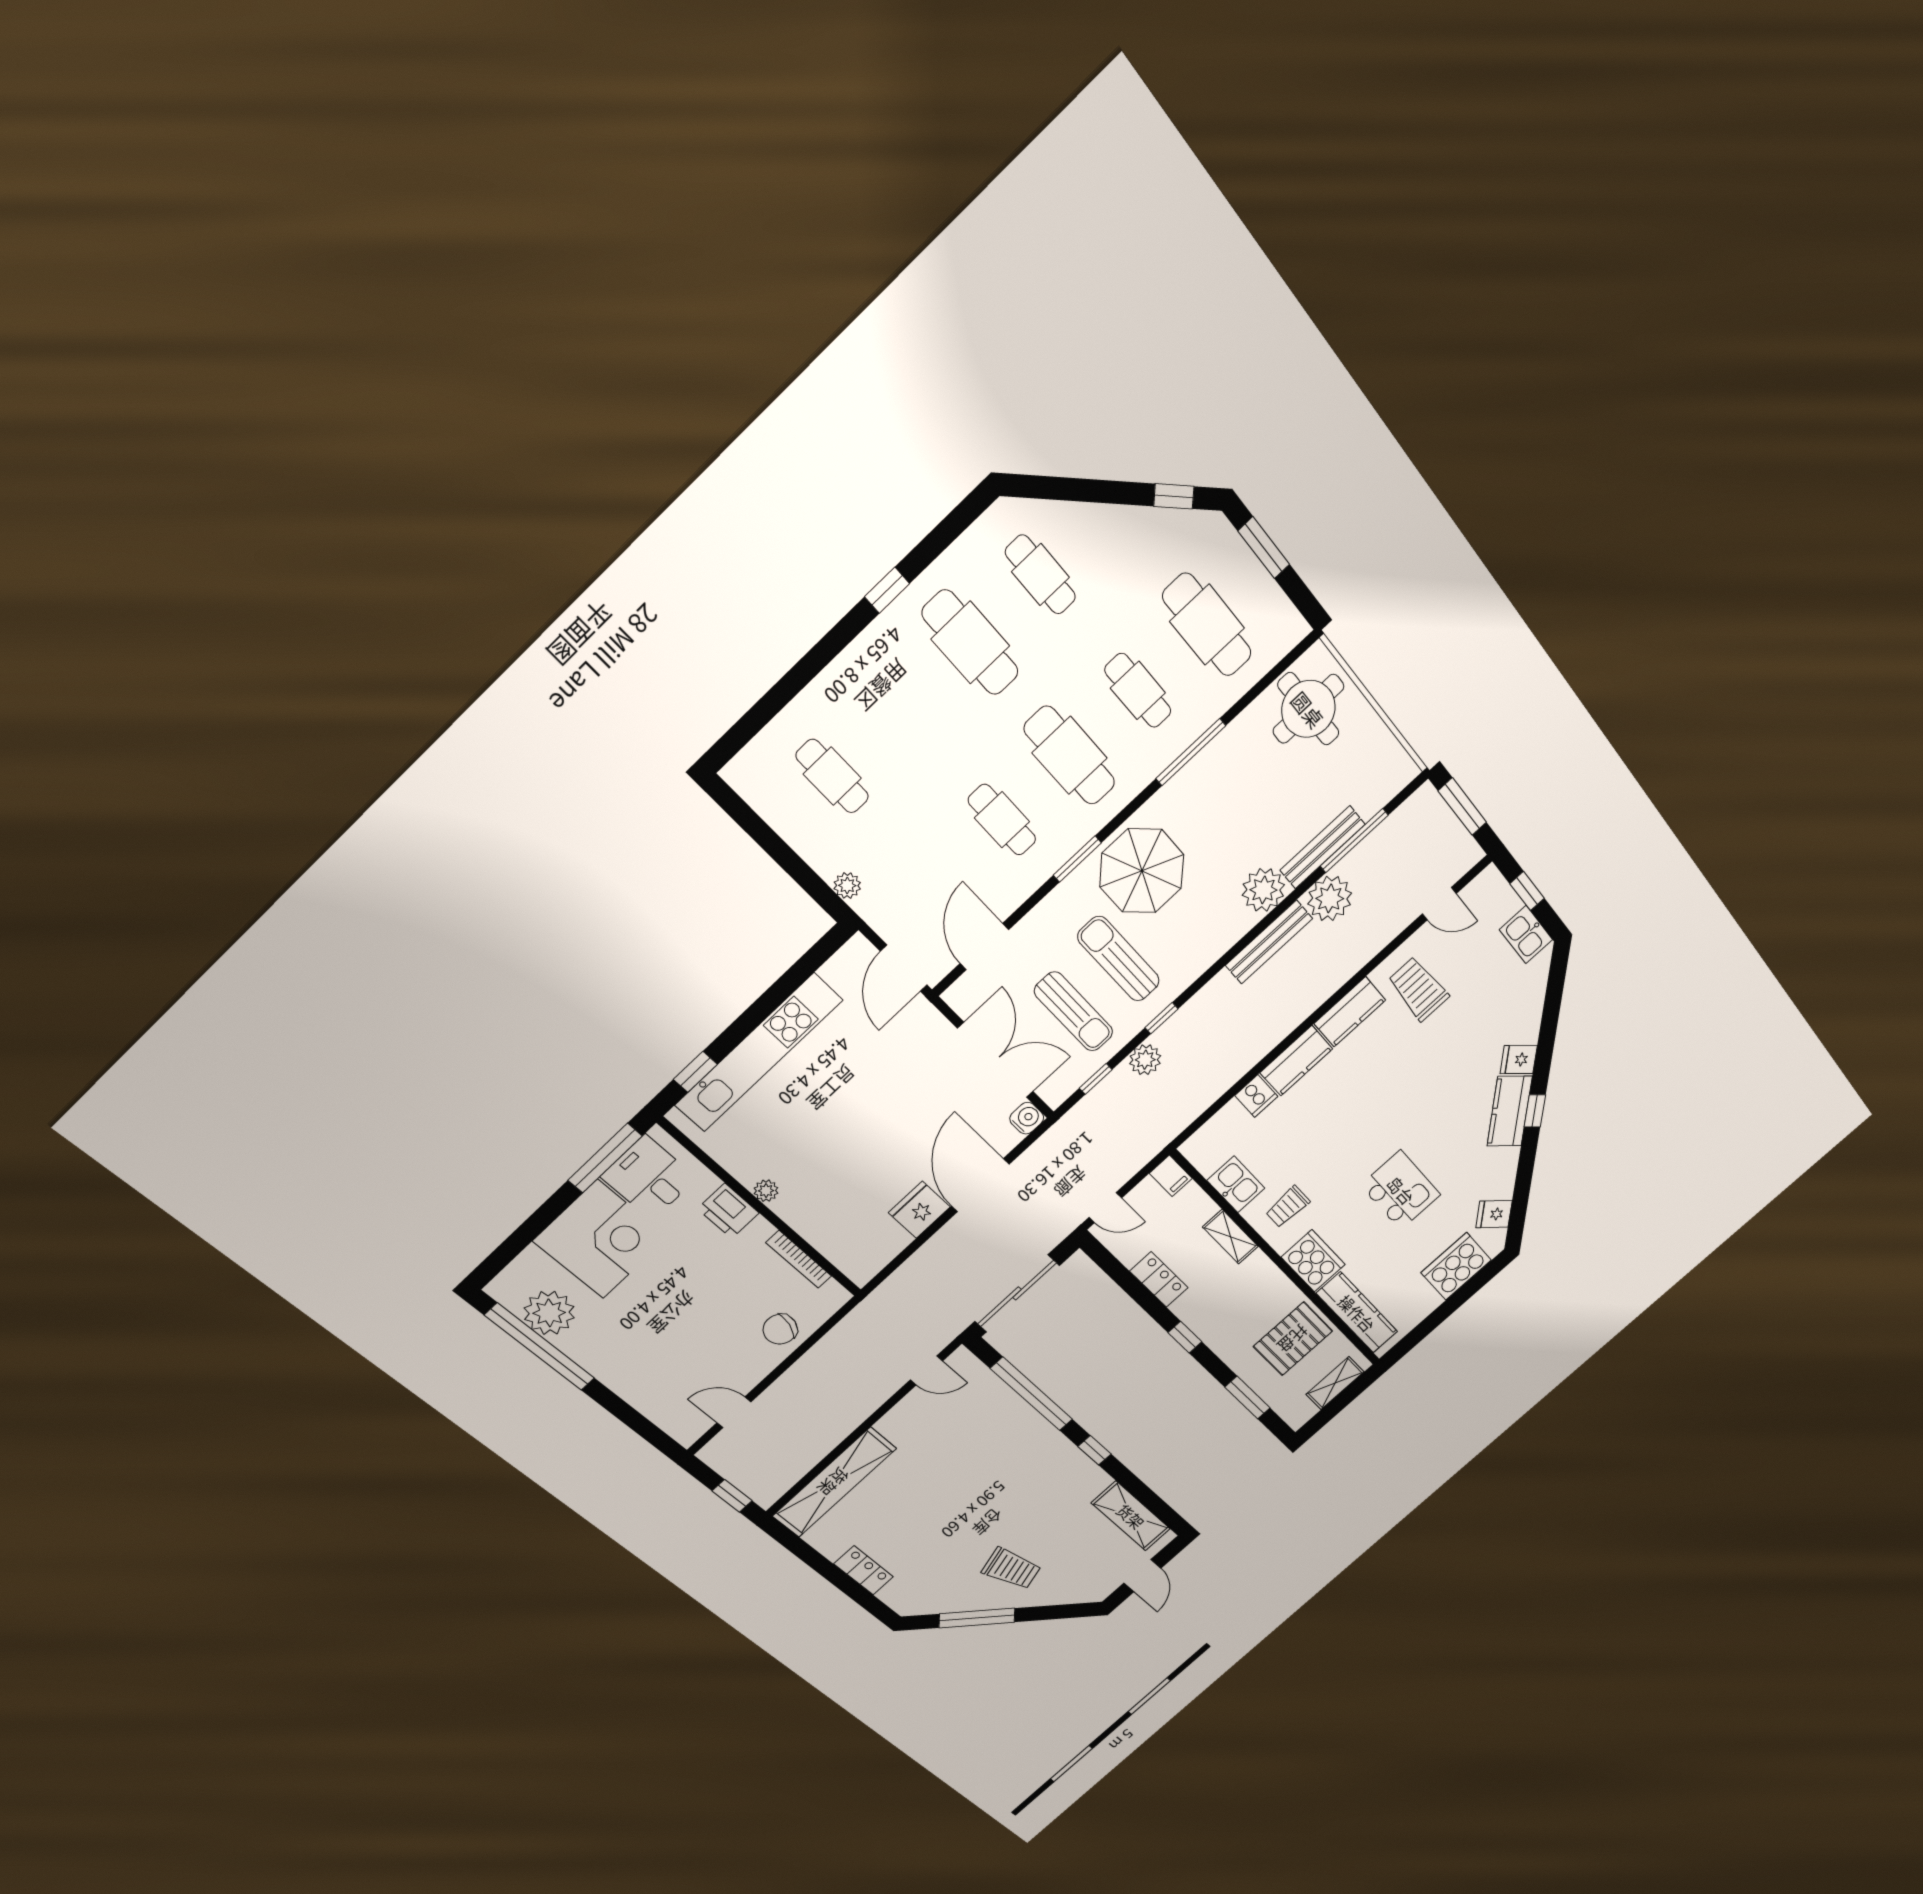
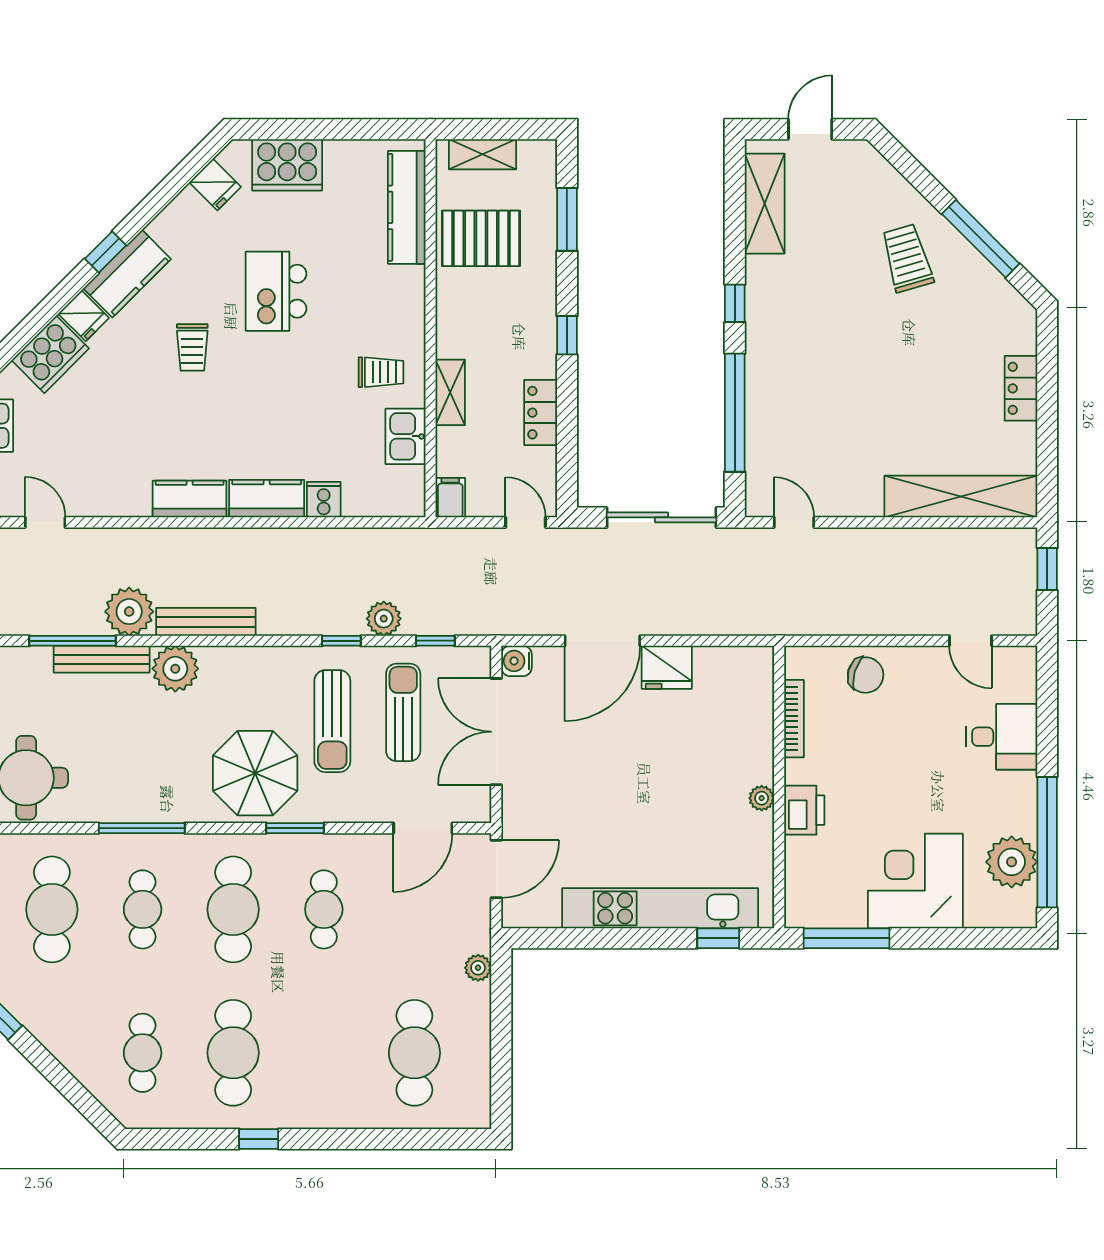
cafe table: (832, 776) -> (414, 1053), width x1.37, depth x1.35
trolley: (1418, 989) -> (192, 347), moved, width x0.73, depth x0.72
desk: (649, 1178) -> (1002, 737), moved, turned -90
cooker: (1313, 1261) -> (50, 354), moved, turned -135

